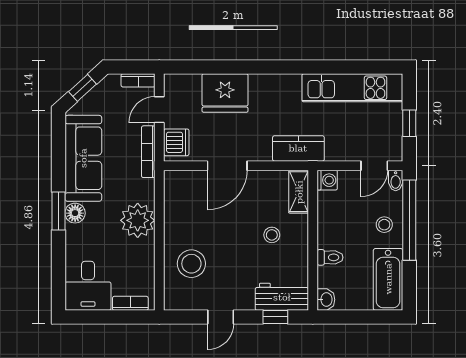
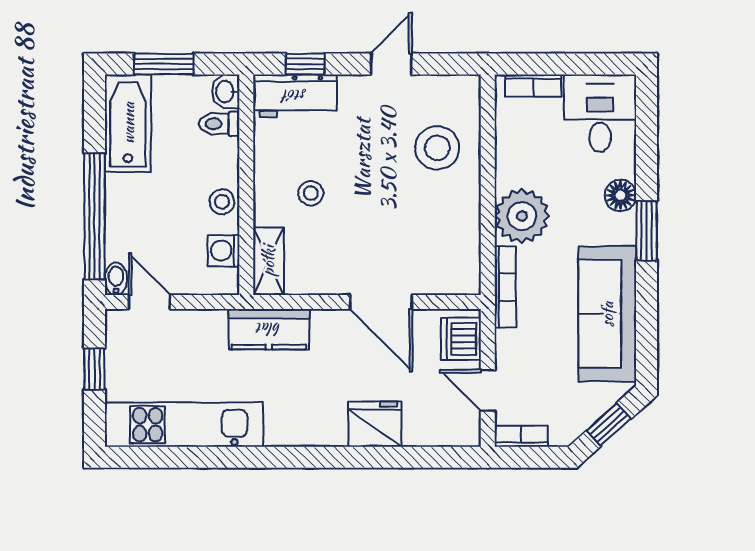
fridge: (225, 93) -> (375, 424), width x0.73, depth x0.75
door: (159, 110) -> (488, 390), swing flipped
bookcase: (148, 152) -> (505, 287), moved
door: (227, 166) -> (381, 302), swing flipped
door: (374, 166) -> (150, 302), hinge flipped
washing machine: (327, 180) -> (224, 251), moved
floor lamp: (75, 213) -> (620, 195), moved
stool: (384, 225) -> (222, 202), moved
toilet: (330, 257) -> (219, 124), moved
window: (365, 317) -> (164, 64), added

